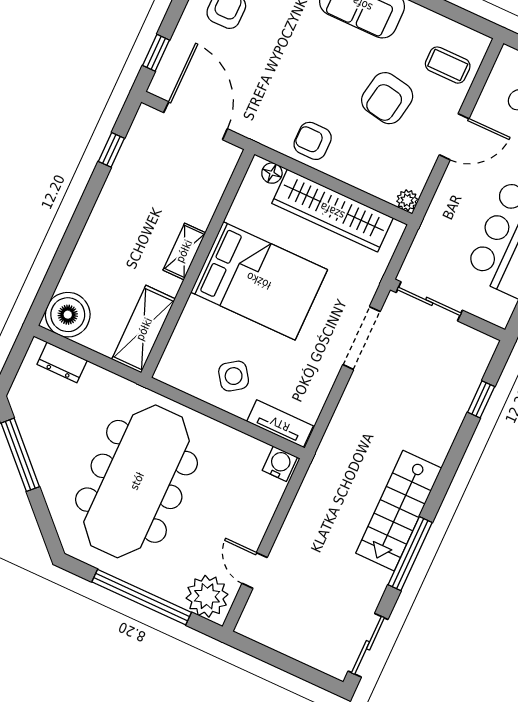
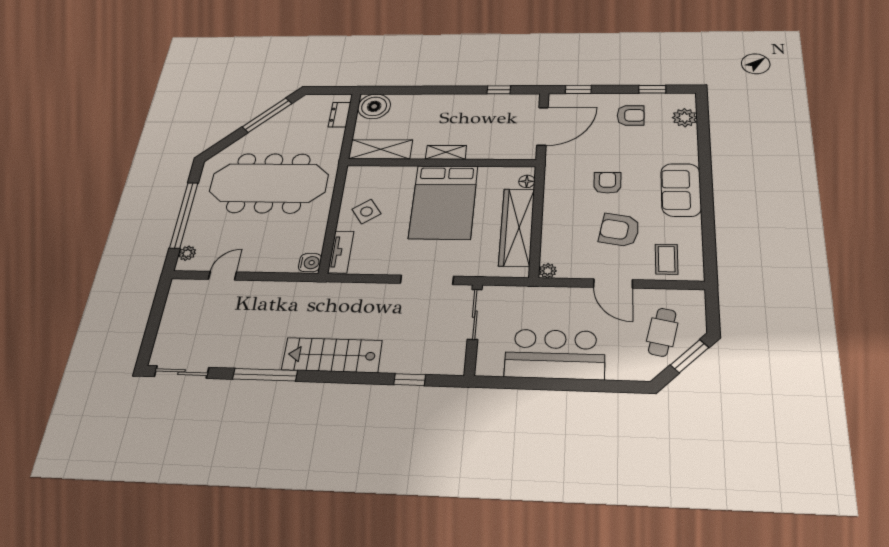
armchair: (313, 141) -> (607, 183), moved
stairs: (399, 511) -> (332, 355), moved
plant: (207, 596) -> (187, 253), width x0.53, depth x0.53

